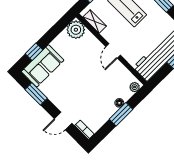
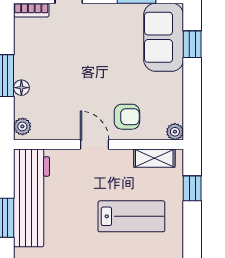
plant: (76, 30) -> (175, 132), width x0.53, depth x0.53
armchair: (89, 49) -> (127, 117), added

